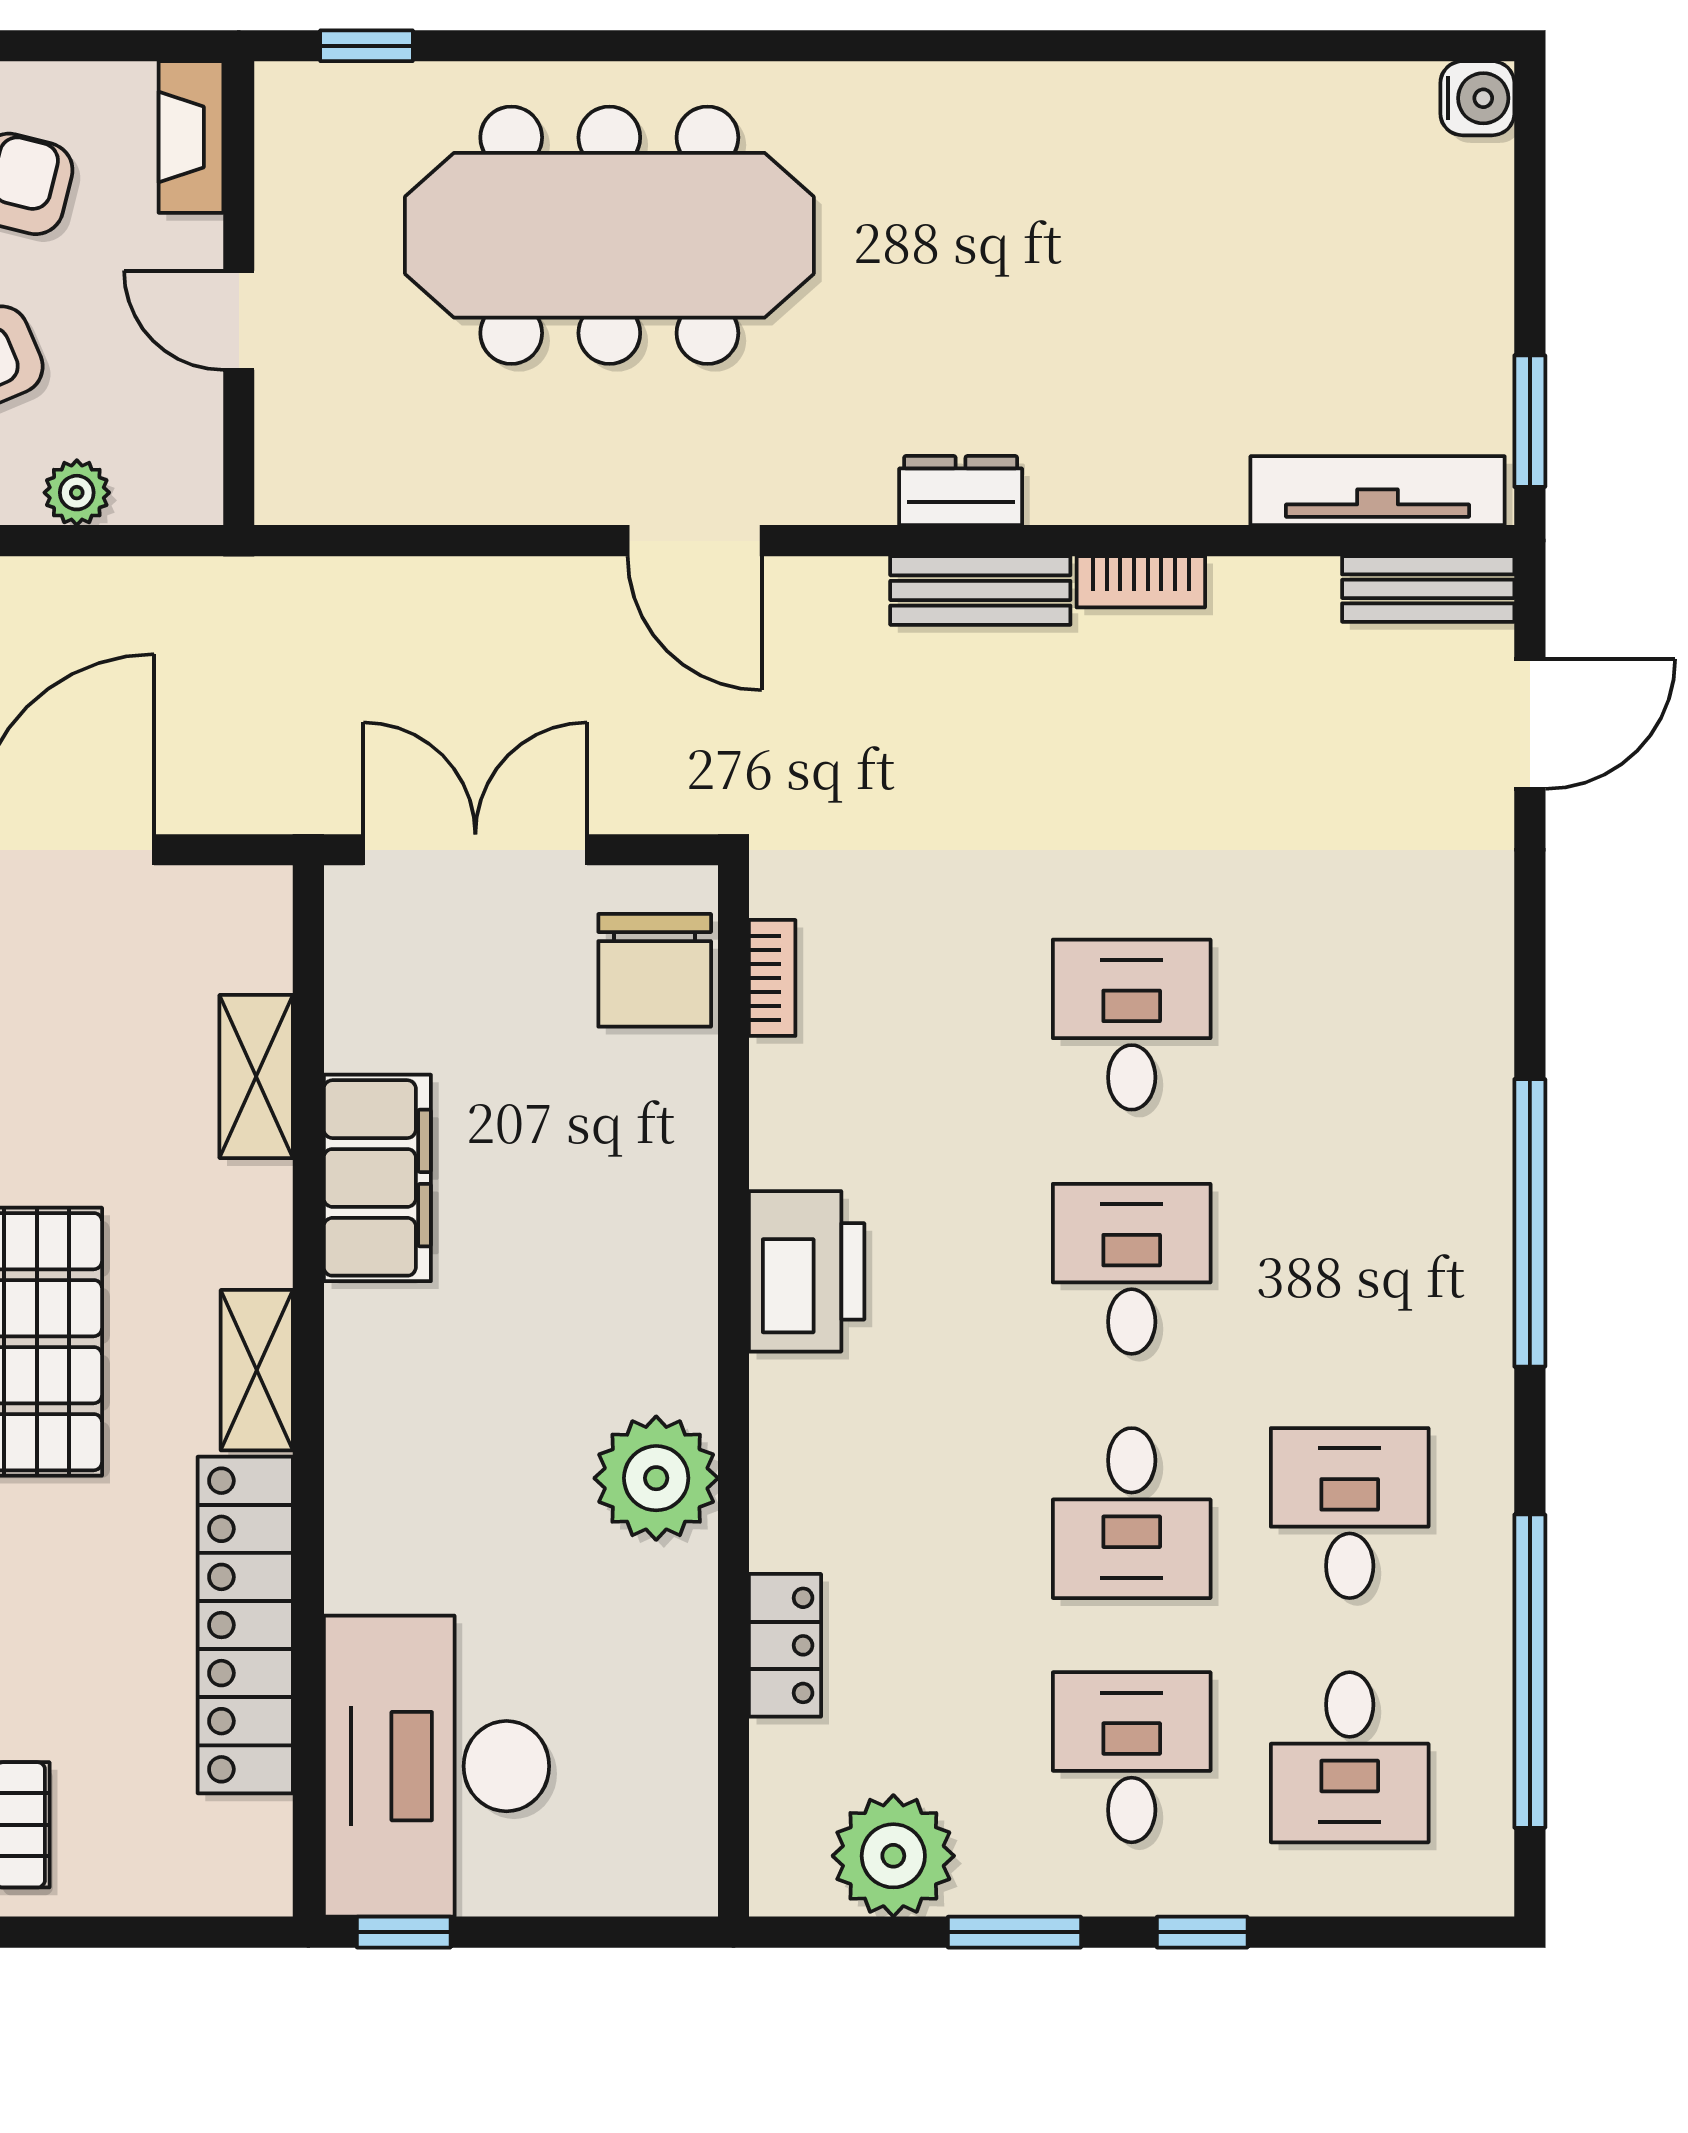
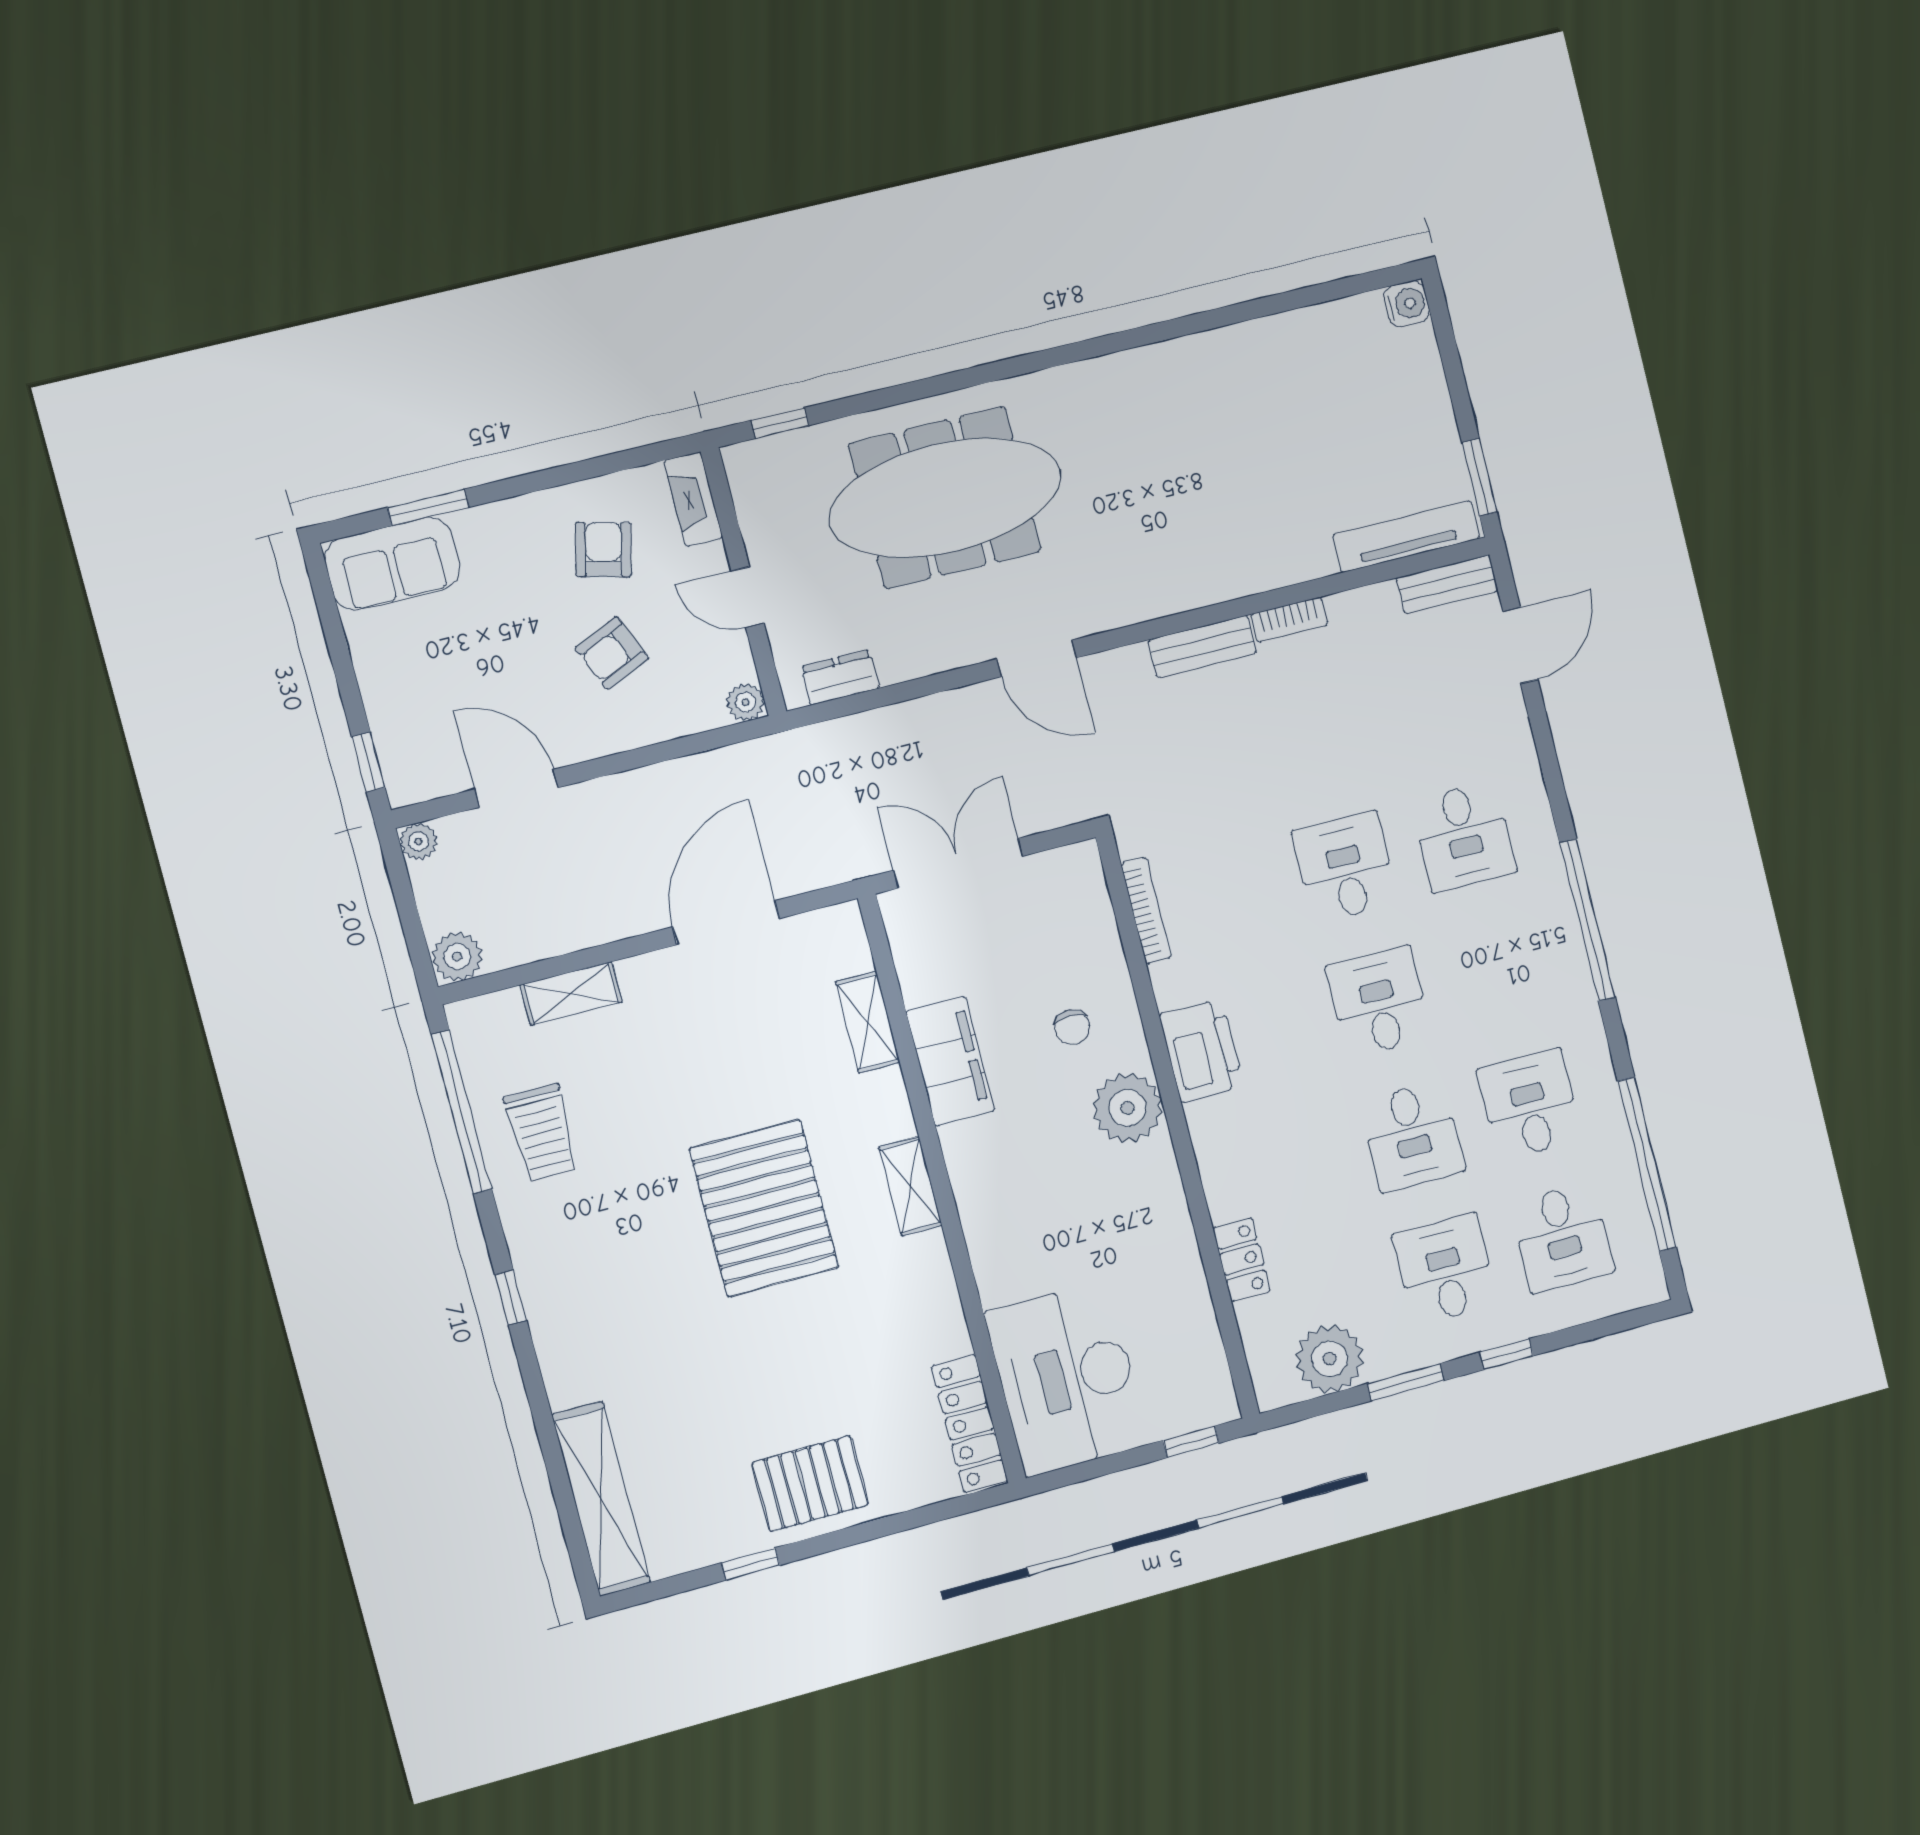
dresser: (961, 491) -> (840, 677), moved
plant: (77, 493) -> (746, 702), moved
chair: (655, 970) -> (1072, 1027), moved, width x0.54, depth x0.54
bookcase: (772, 978) -> (1146, 911), width x1.56
desk: (1350, 1025) -> (1464, 836), added
plant: (656, 1478) -> (1128, 1108), moved
locker: (245, 1625) -> (970, 1424), moved, width x0.71, depth x0.83
window: (404, 1932) -> (1191, 1442), moved

